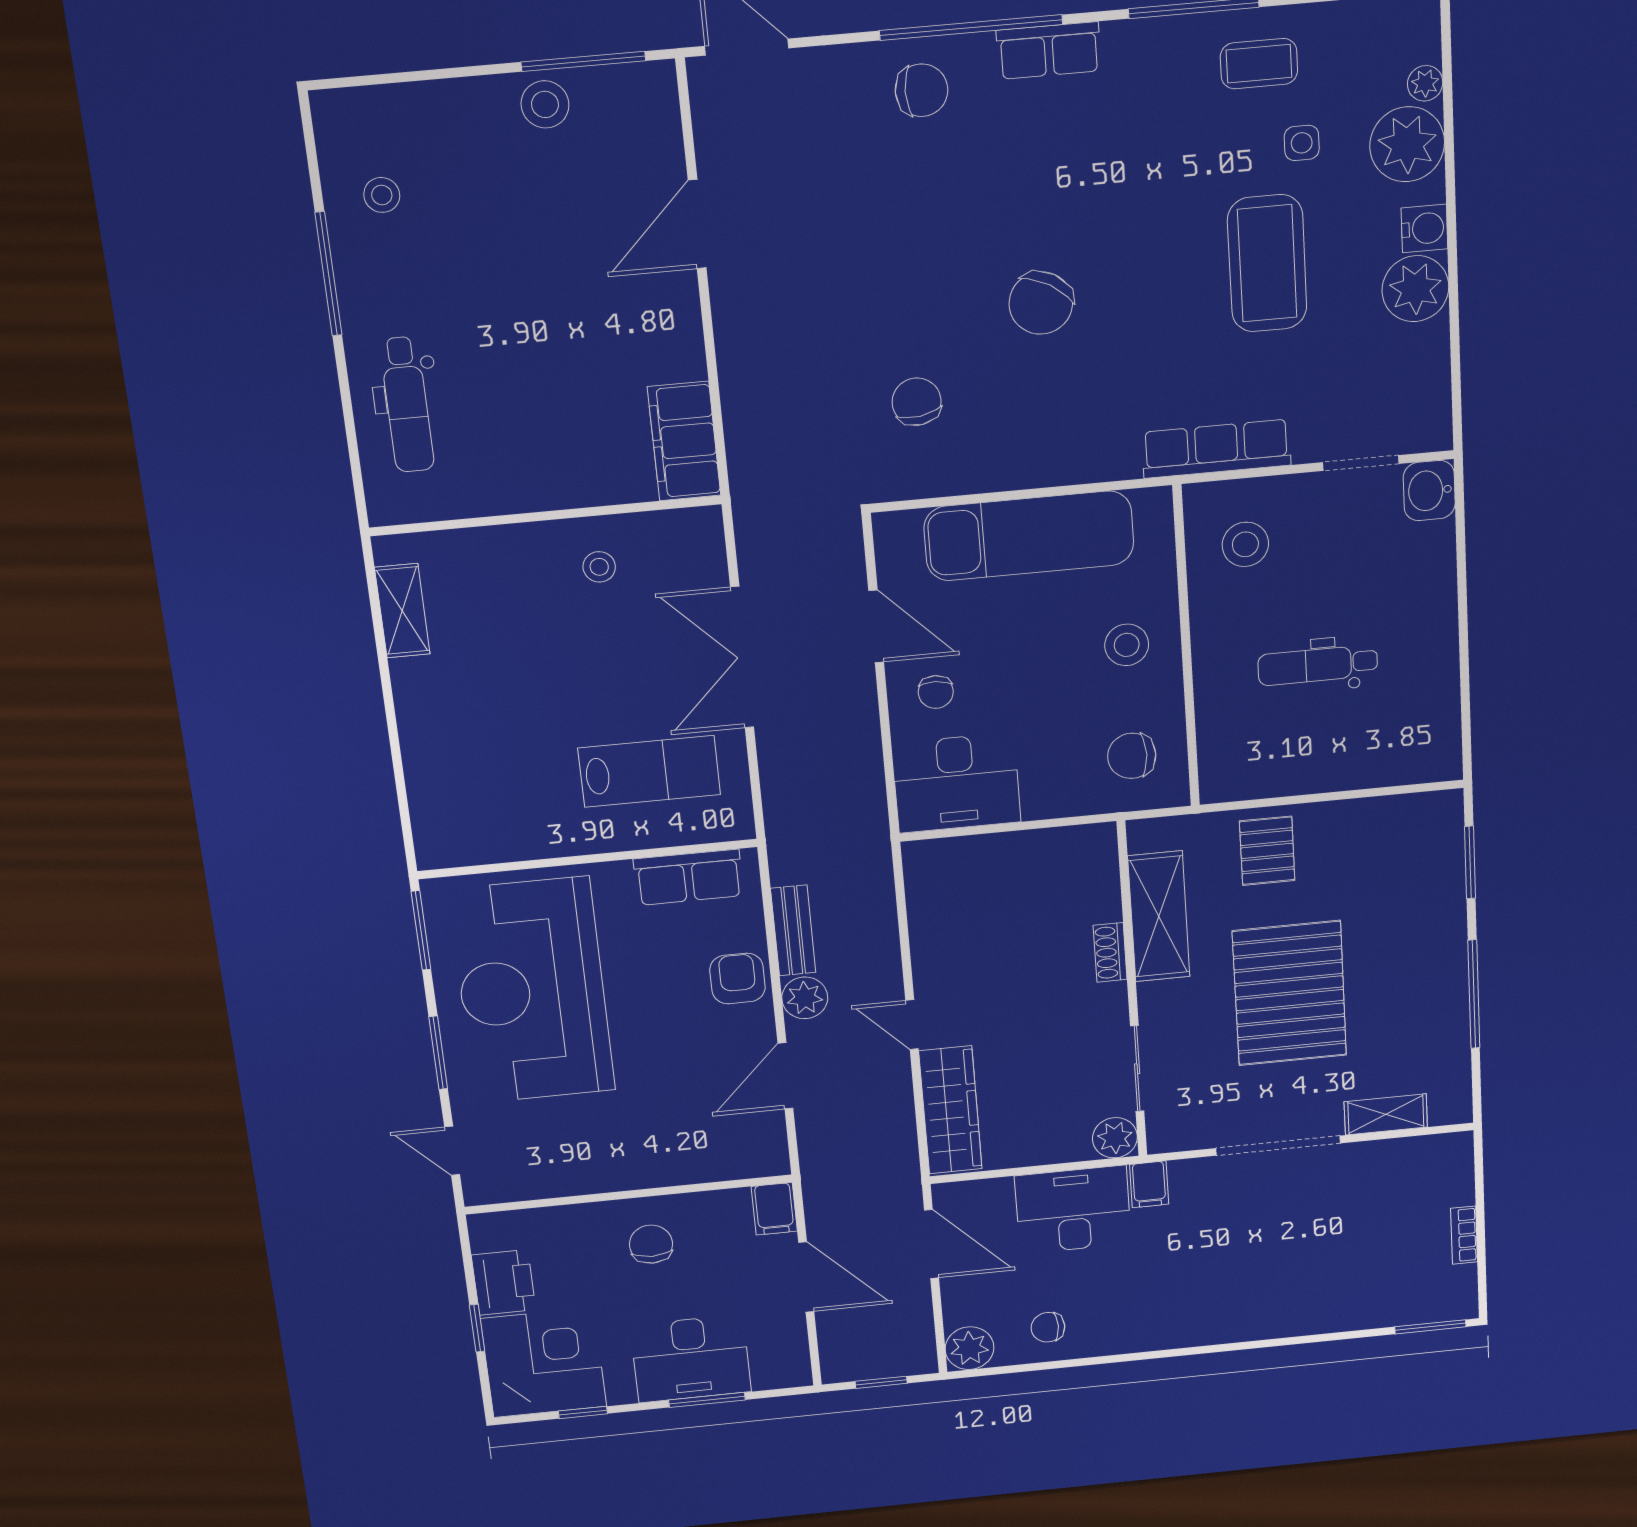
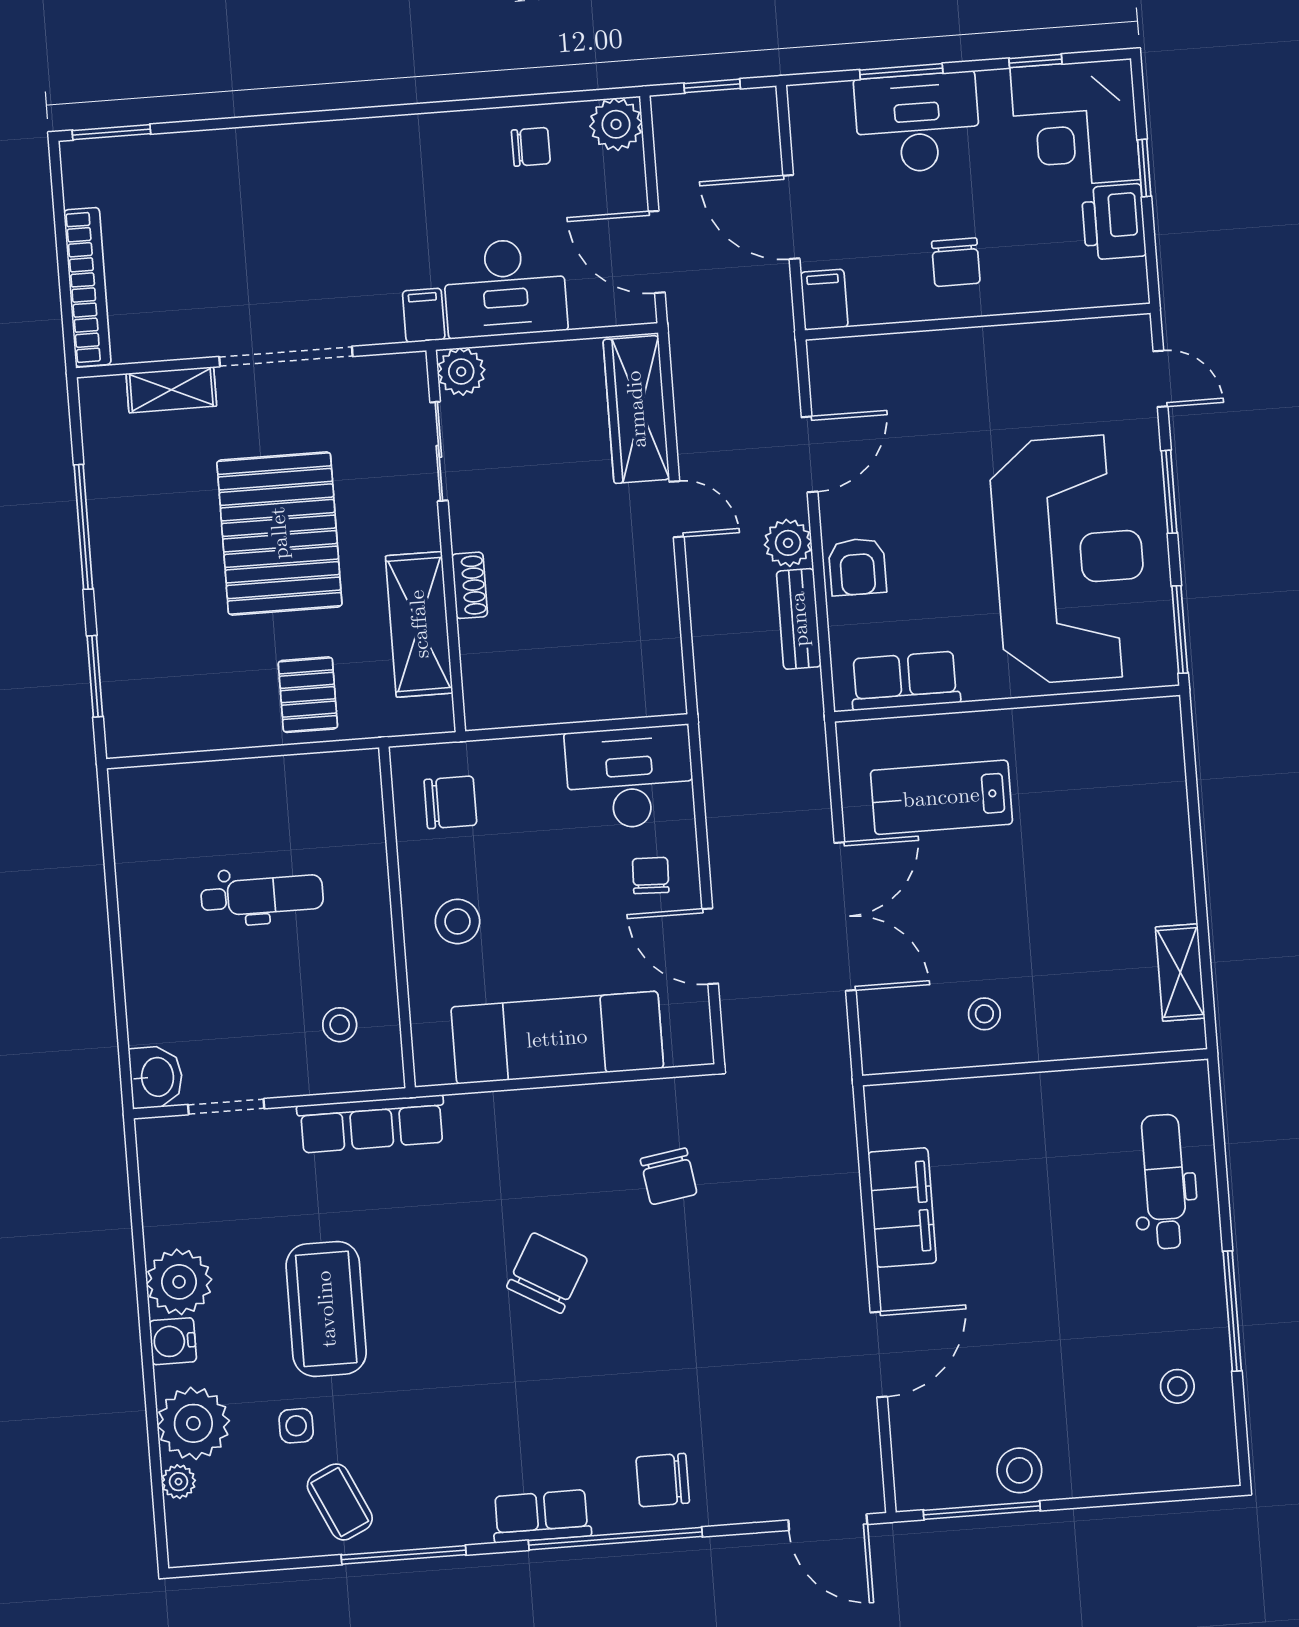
coffee table: (1259, 64) -> (340, 1502), turned 65
filing cabinet: (684, 441) -> (902, 1208), moved
stool: (1245, 544) -> (340, 1025), width x0.73, depth x0.73
bookcase: (1464, 1235) -> (87, 287), width x2.31, depth x1.31

